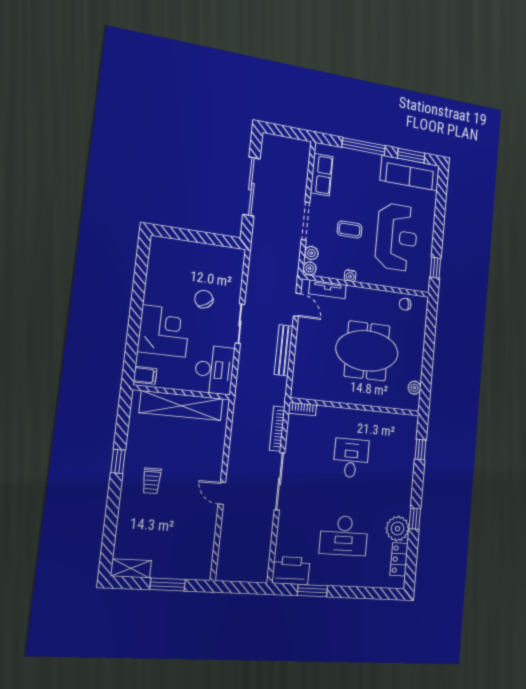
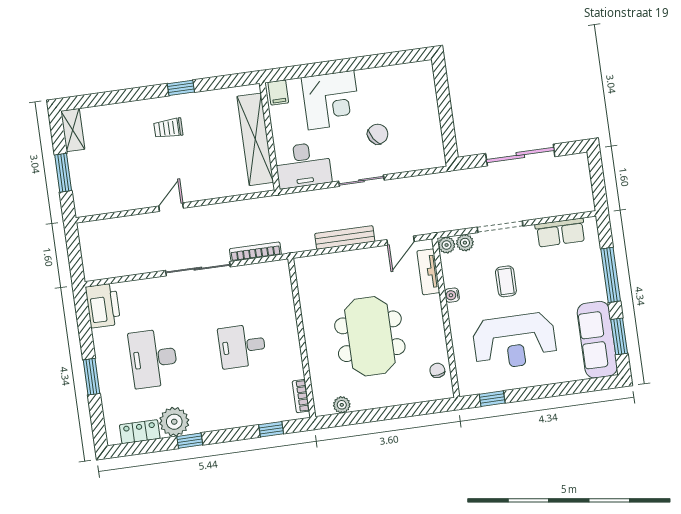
bookcase: (302, 409) -> (301, 396), moved
desk: (351, 458) -> (242, 346), turned 180
window: (312, 591) -> (91, 377), moved

